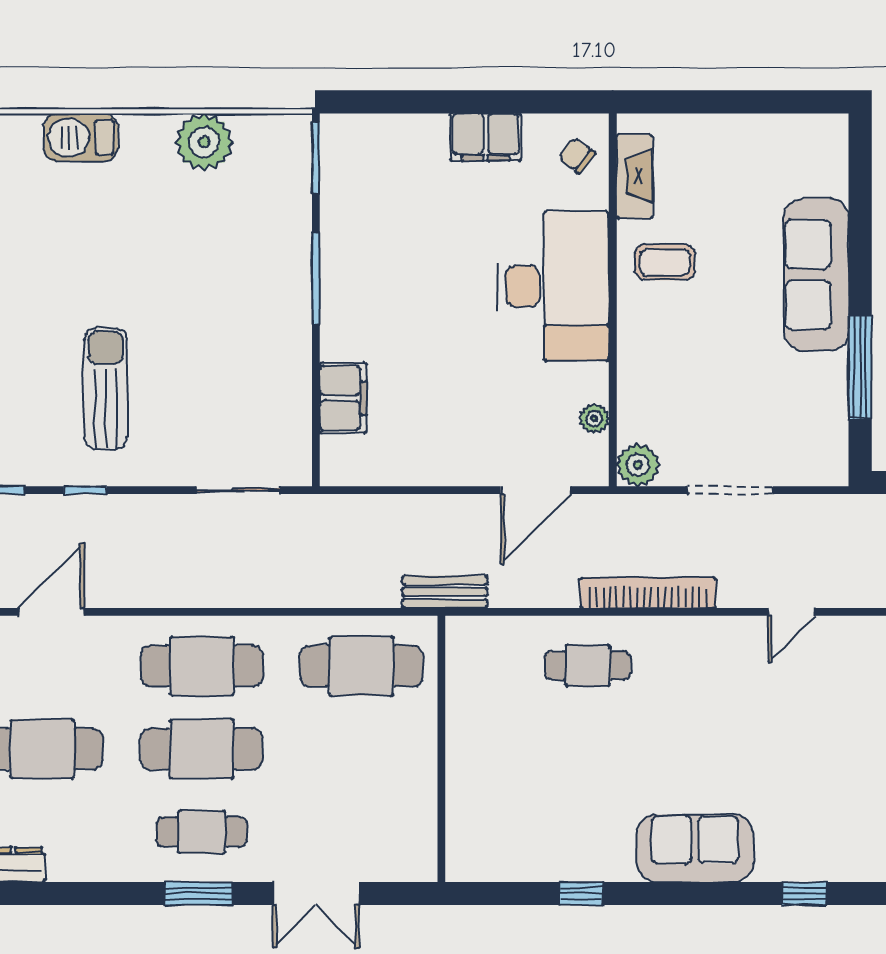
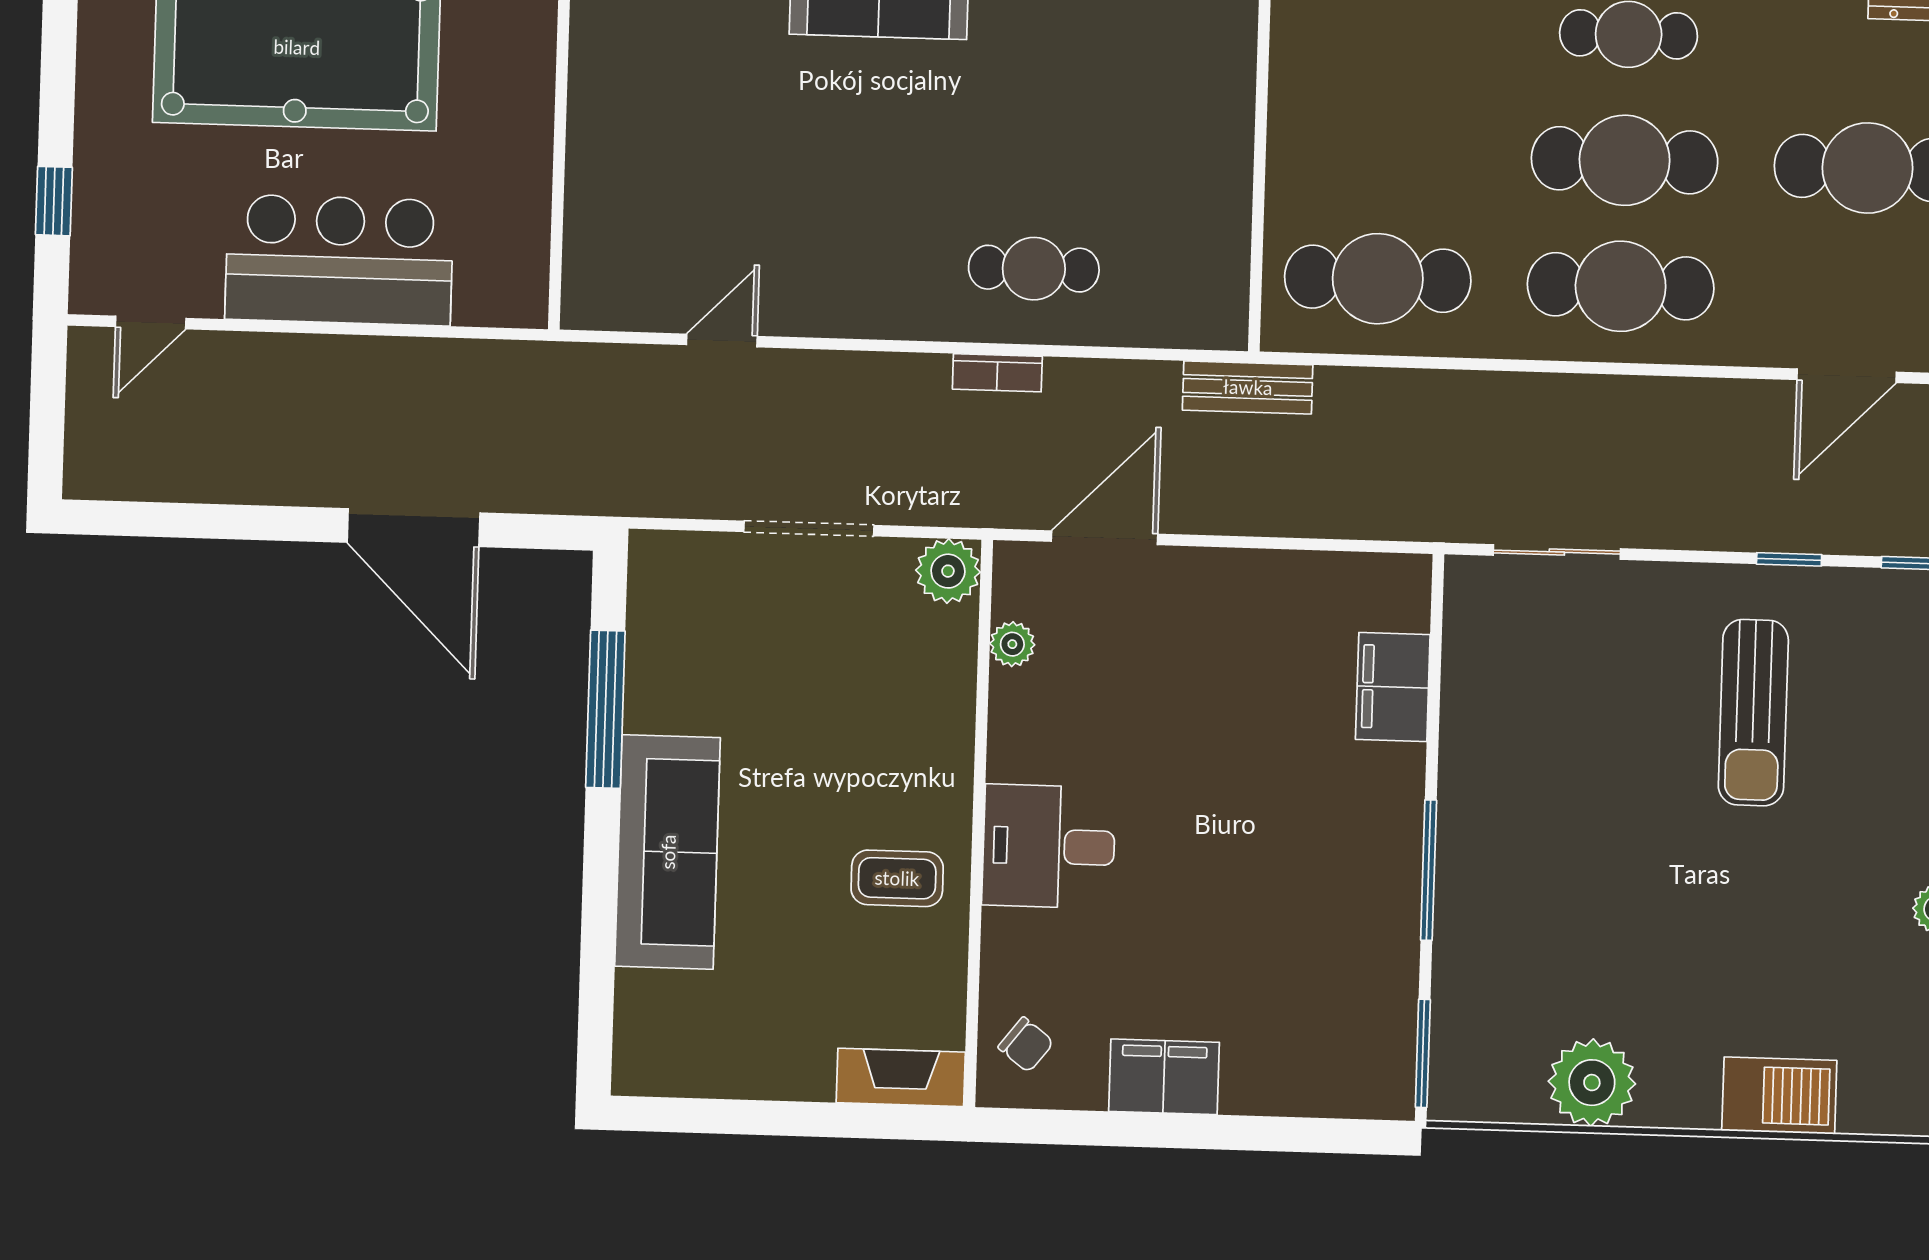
fireplace: (634, 176) -> (901, 1077), moved, turned 90
desk: (553, 286) -> (1049, 846), width x0.53, depth x0.77
bookcase: (648, 593) -> (997, 373), width x0.43, depth x0.76

